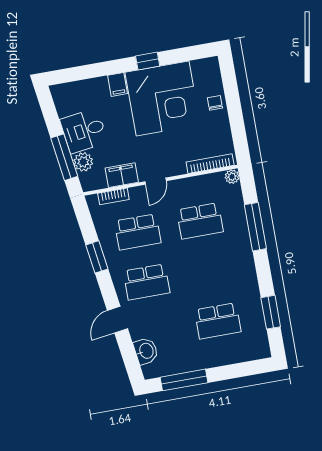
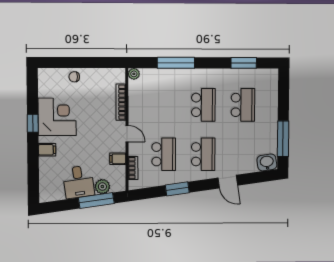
corner desk: (163, 98) -> (57, 117), width x0.74, depth x0.74
bookcase: (210, 164) -> (121, 102), moved
filing cabinet: (122, 175) -> (118, 159), width x0.50
school desk: (200, 221) -> (203, 105), moved
washbasin: (146, 351) -> (267, 162), moved

